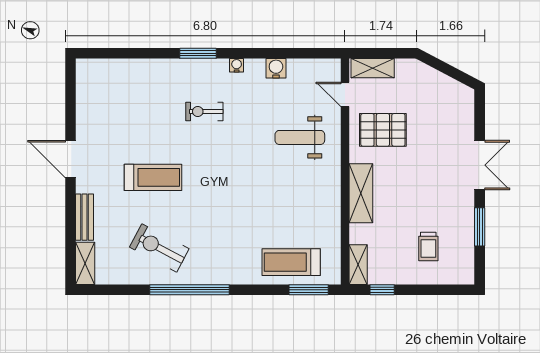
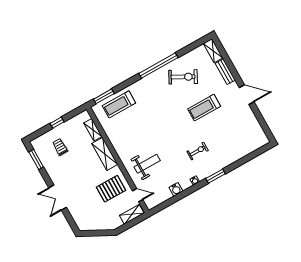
window: (480, 227) -> (36, 159), moved
treadmill: (291, 262) -> (119, 104), turned 180
shelving: (358, 265) -> (93, 130), moved
window: (382, 290) -> (57, 123), moved

